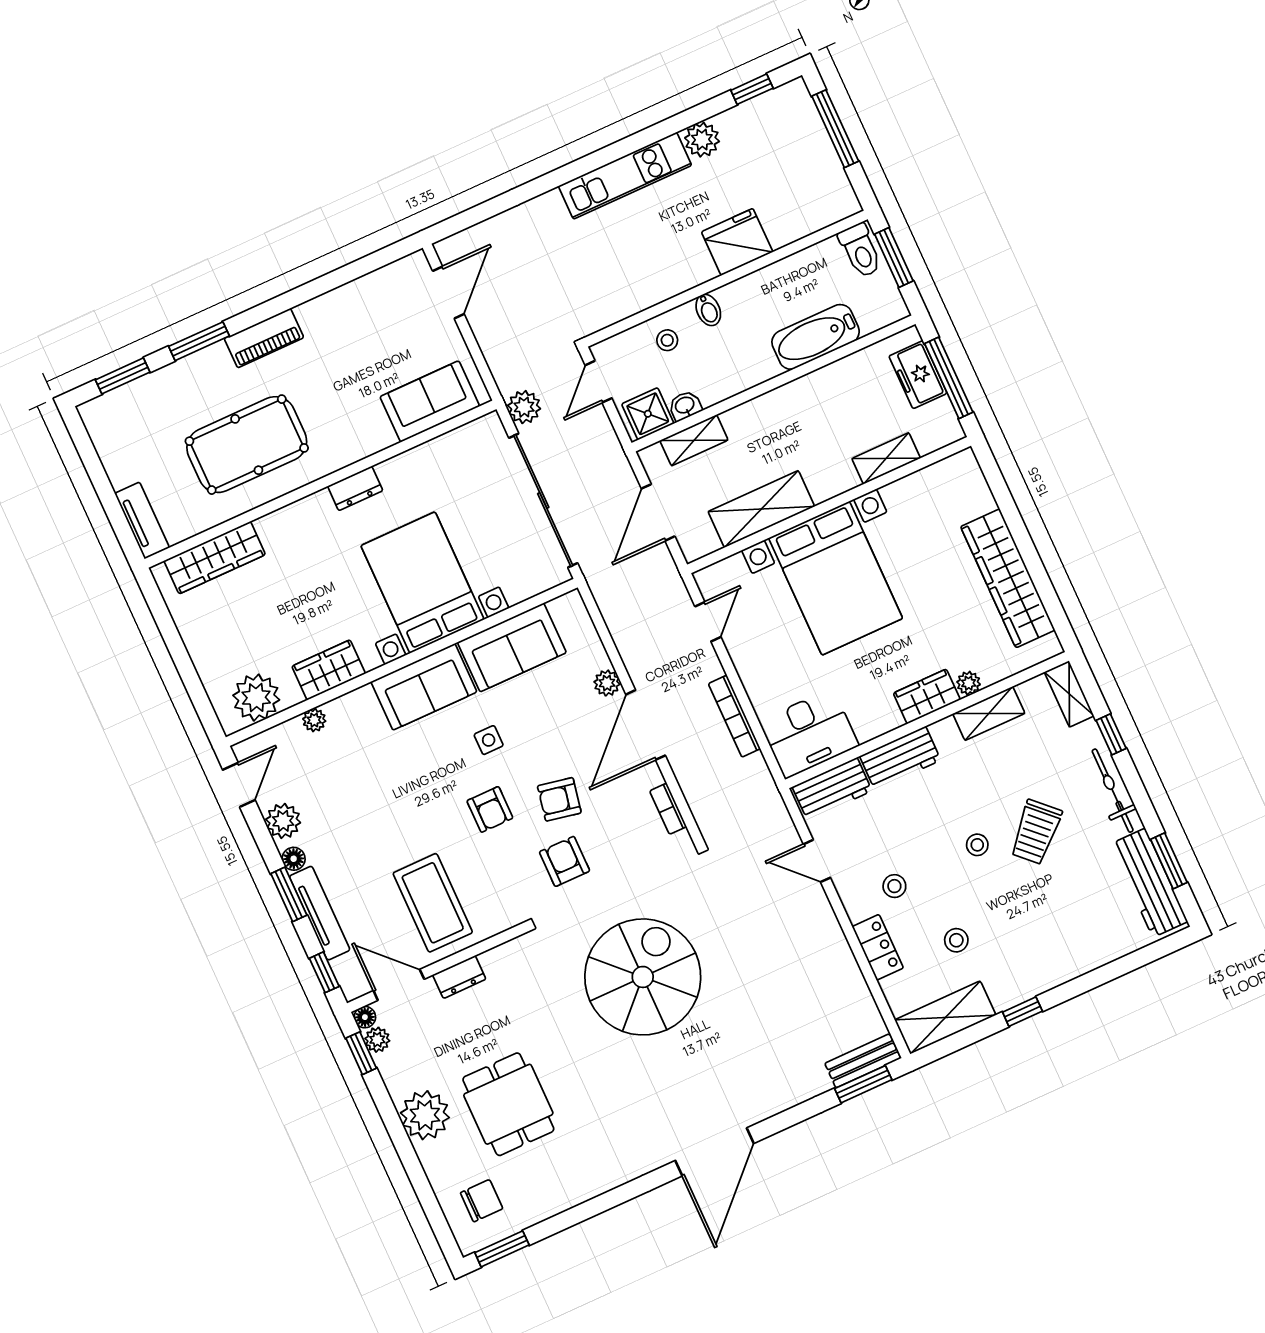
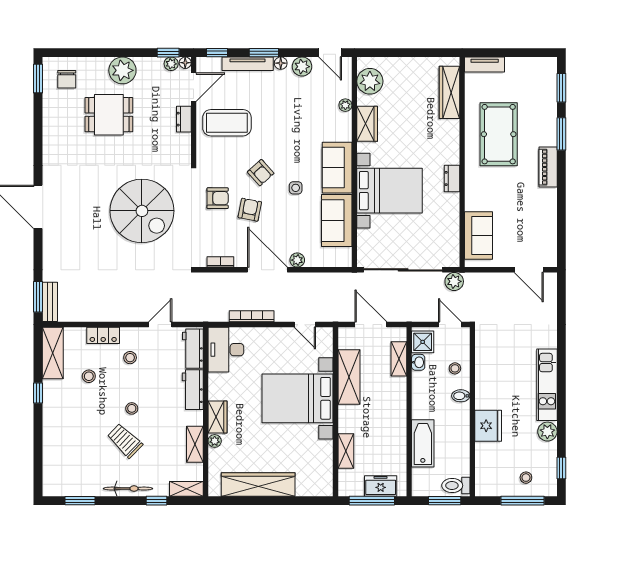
stool: (794, 140) -> (526, 478), added
armchair: (490, 809) -> (261, 173), turned -132
workbench: (1149, 883) -> (74, 486), removed

